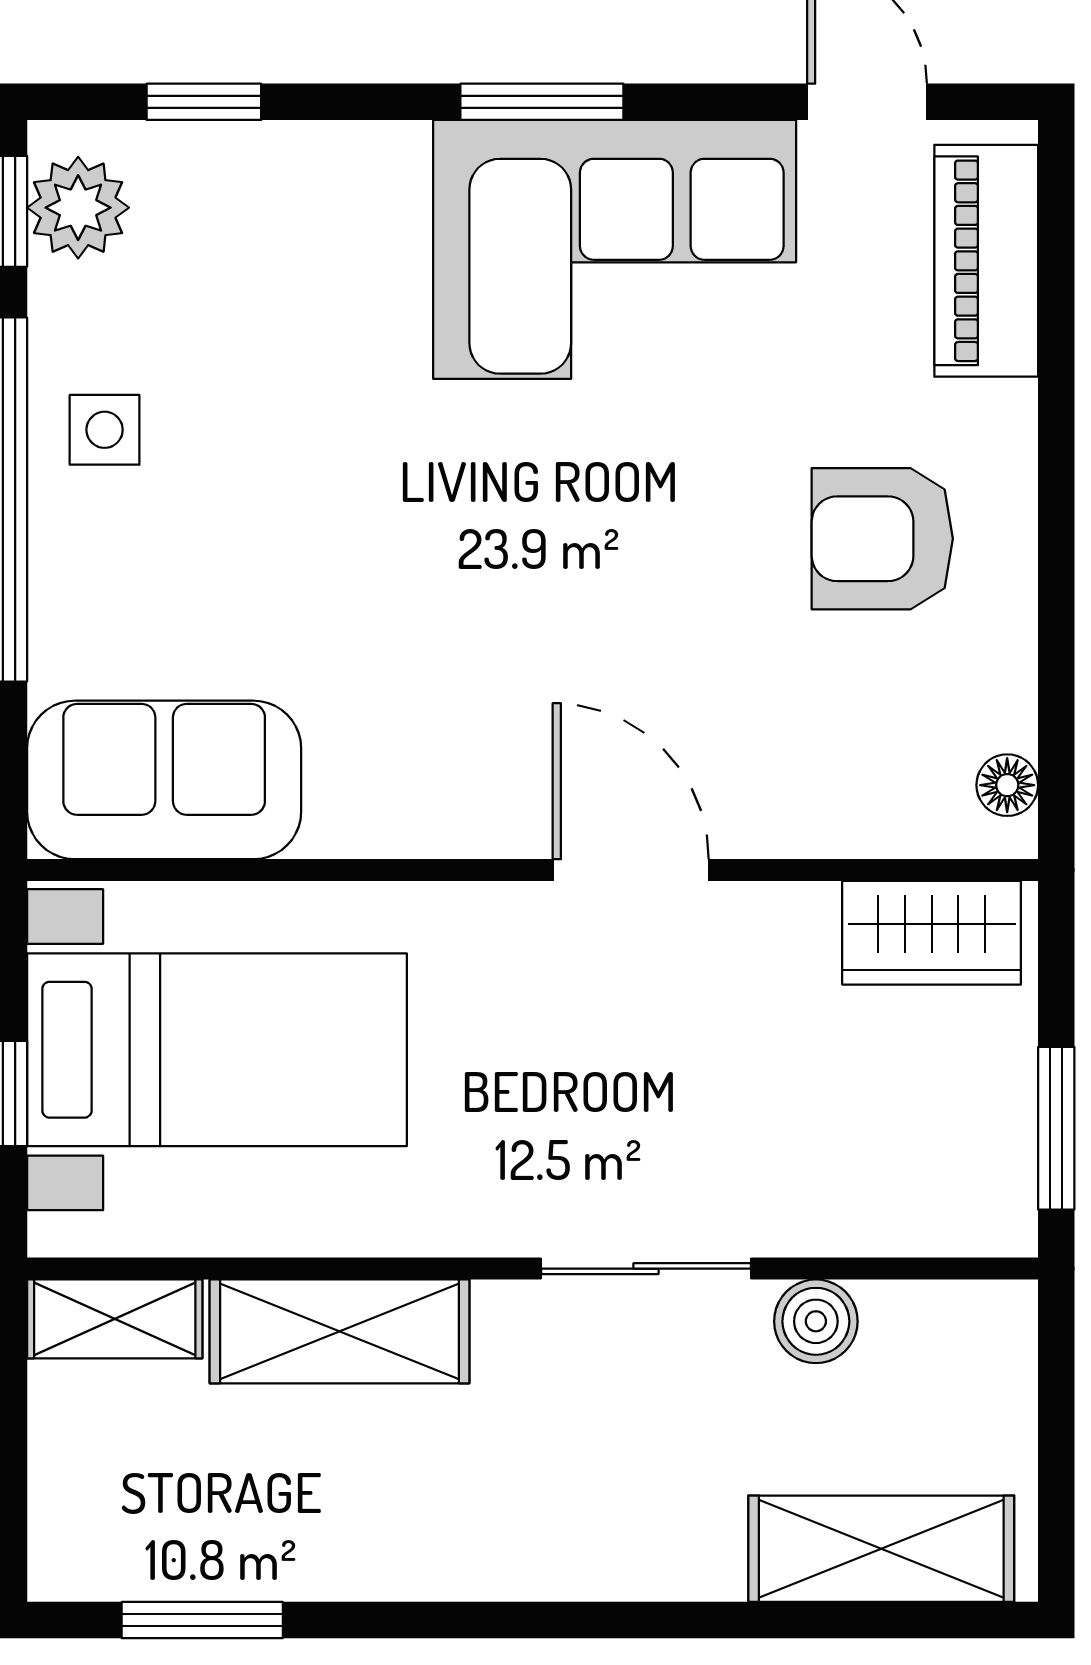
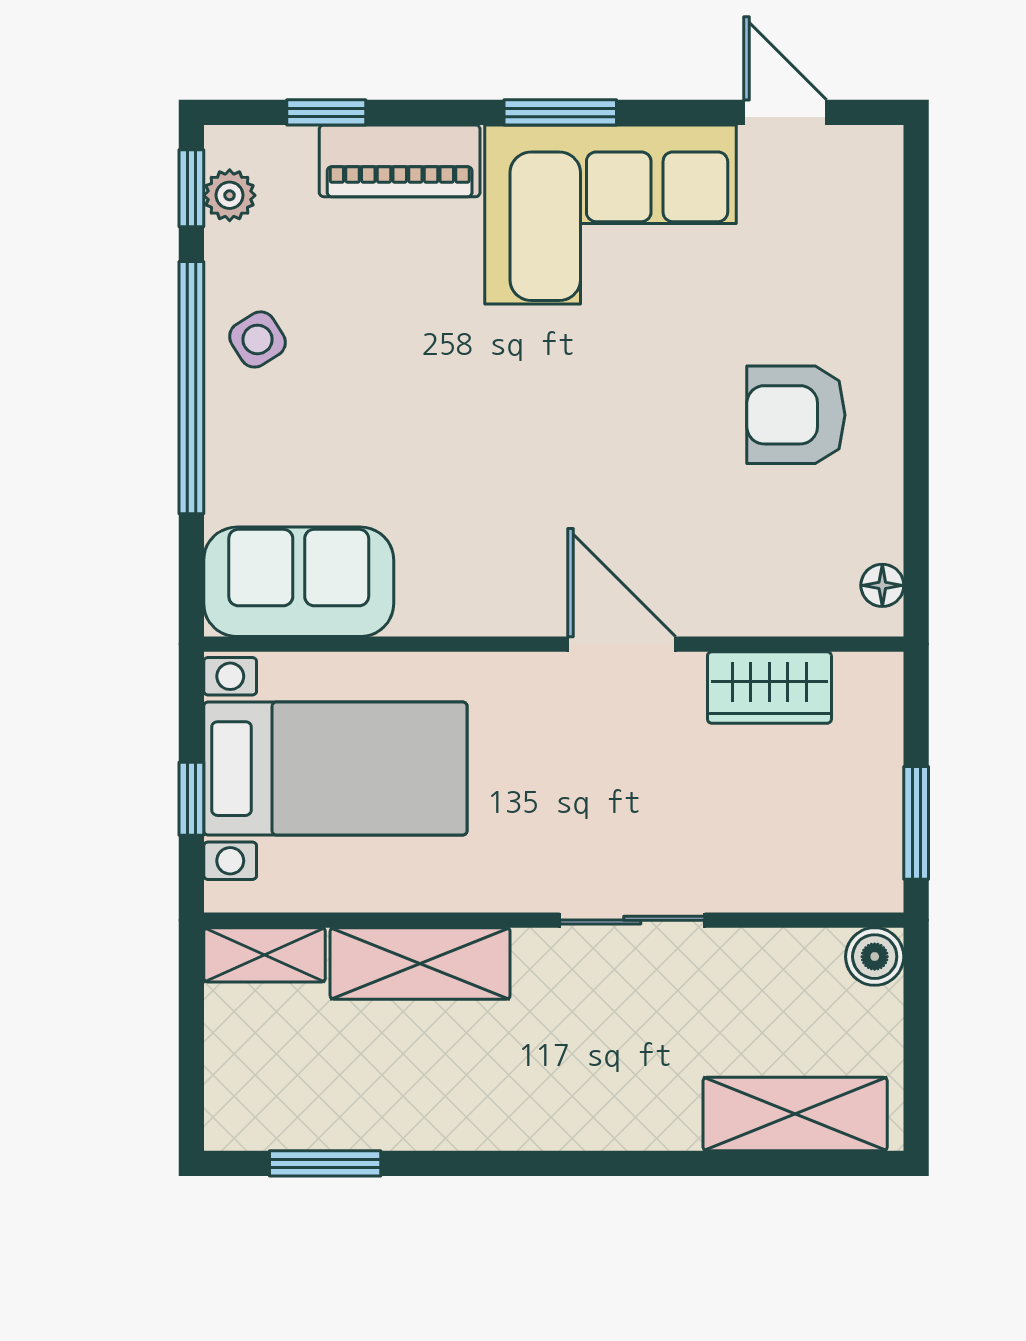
plant: (78, 208) -> (230, 195), width x0.73, depth x0.73
piano: (986, 261) -> (400, 161), moved, turned -90
side table: (105, 430) -> (258, 339), turned -32
wardrobe: (932, 933) -> (769, 688), moved
boiler: (816, 1321) -> (875, 957), moved

